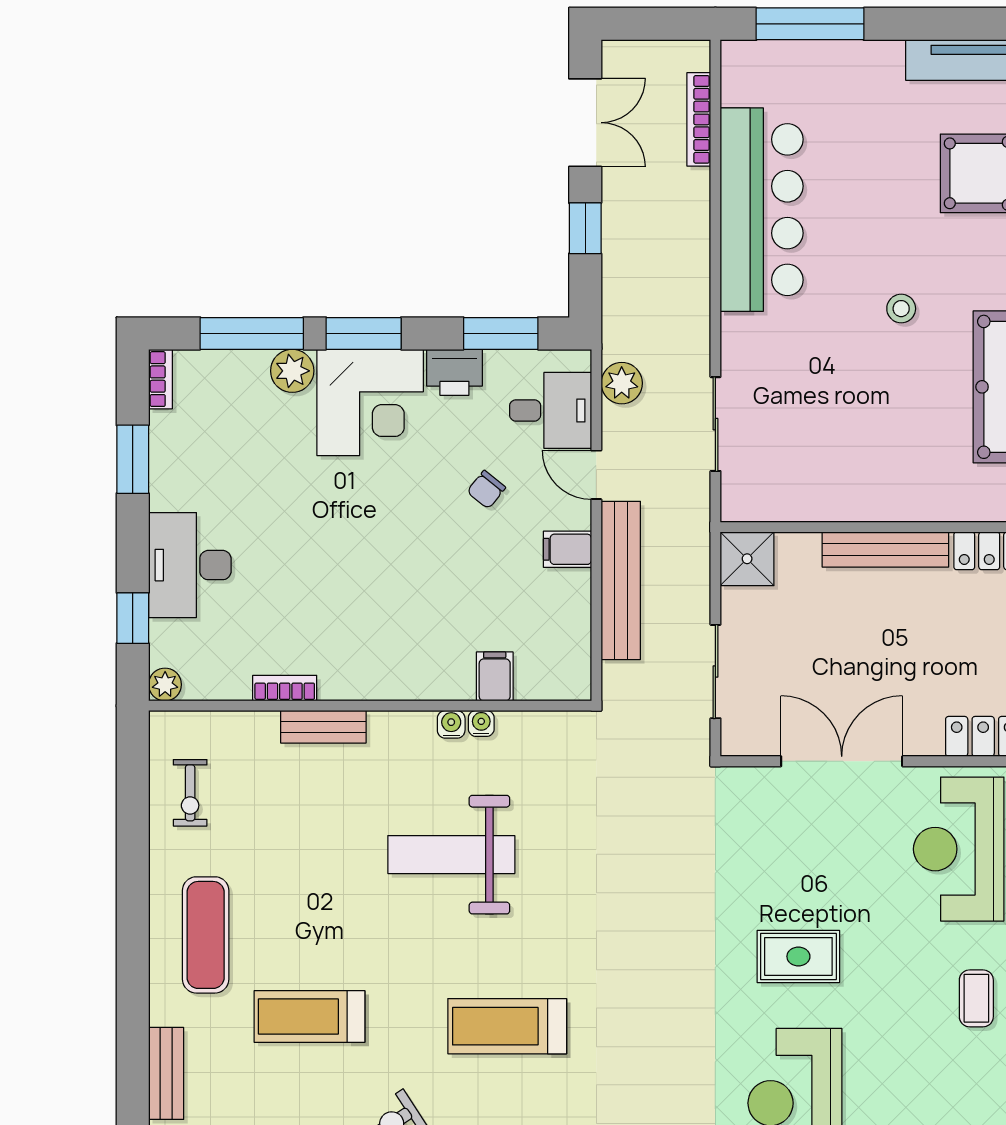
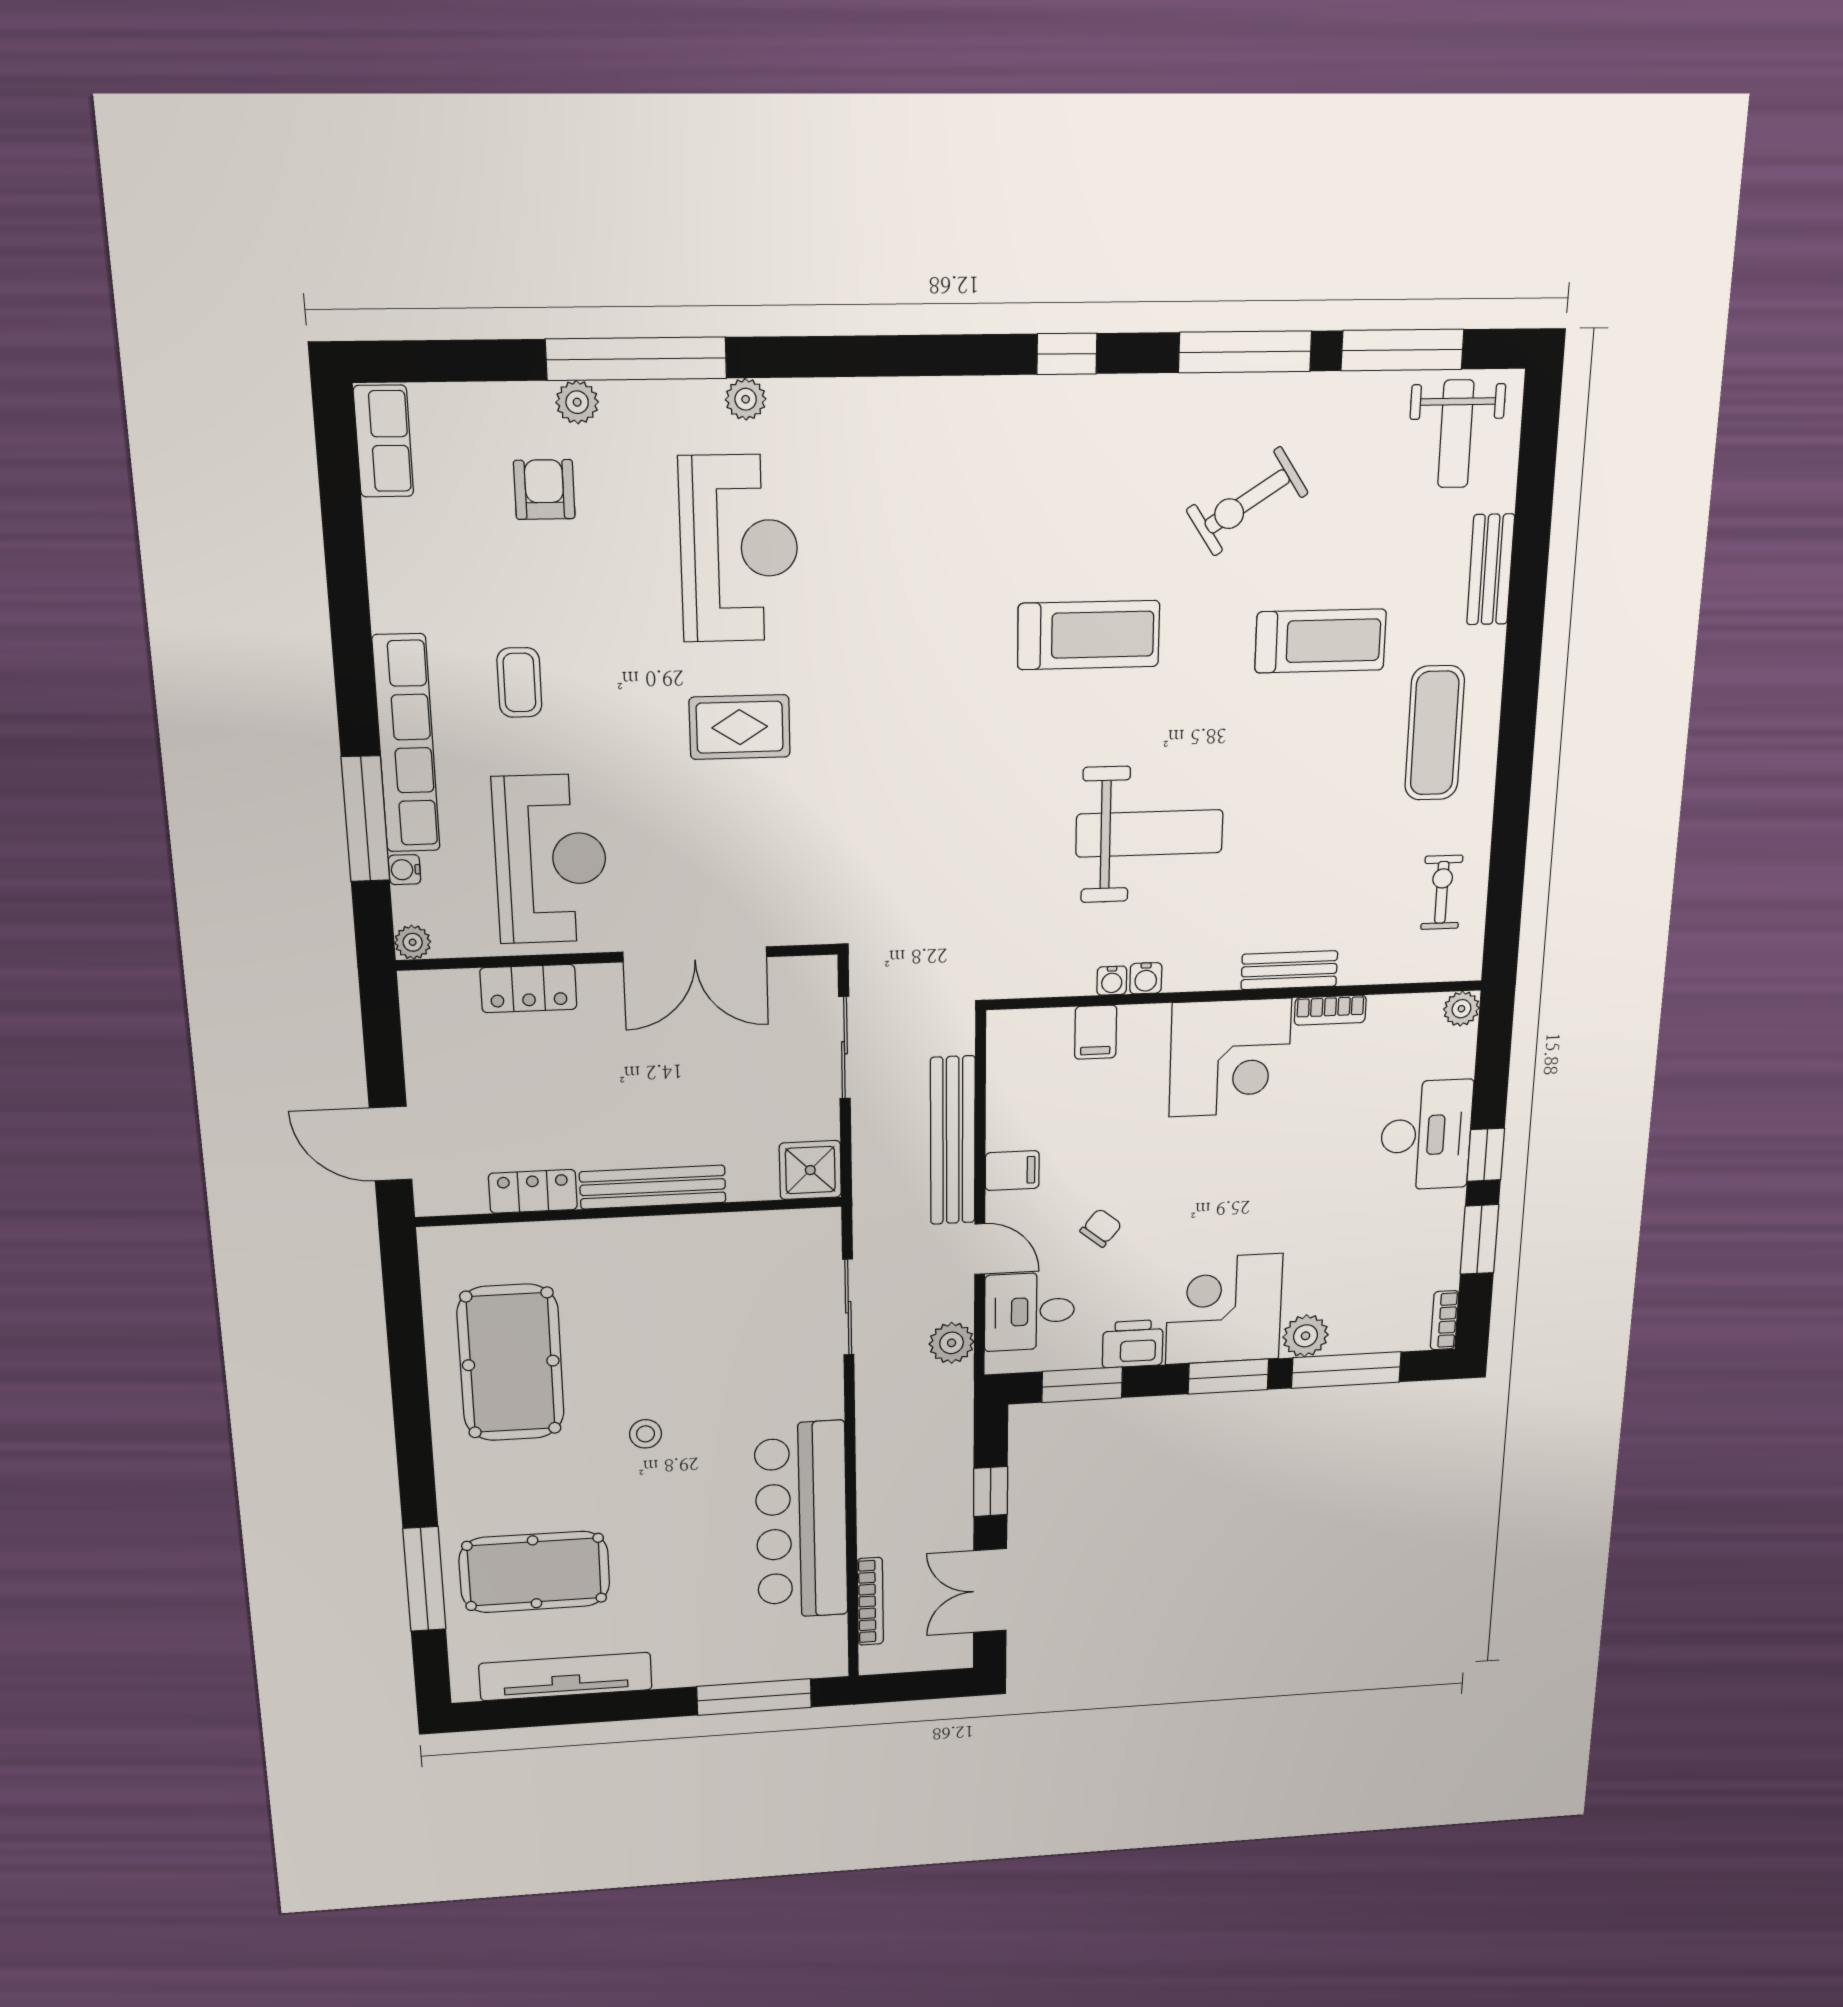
window: (133, 618) -> (1486, 1155), moved
corner desk: (373, 647) -> (1230, 1058), added

